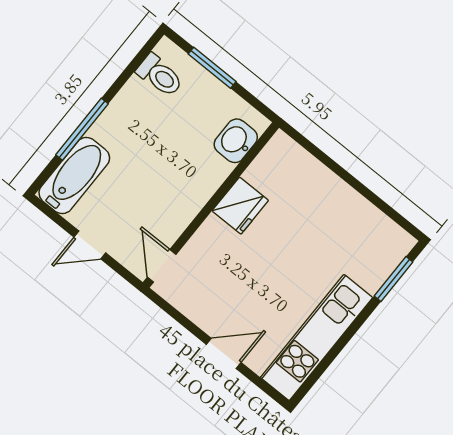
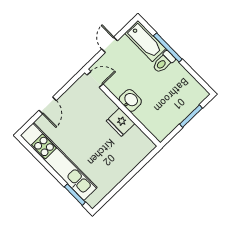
toilet: (160, 75) -> (163, 62), moved
washbasin: (236, 141) -> (130, 100), moved
kitchen unit: (317, 337) -> (59, 161), width x1.36

